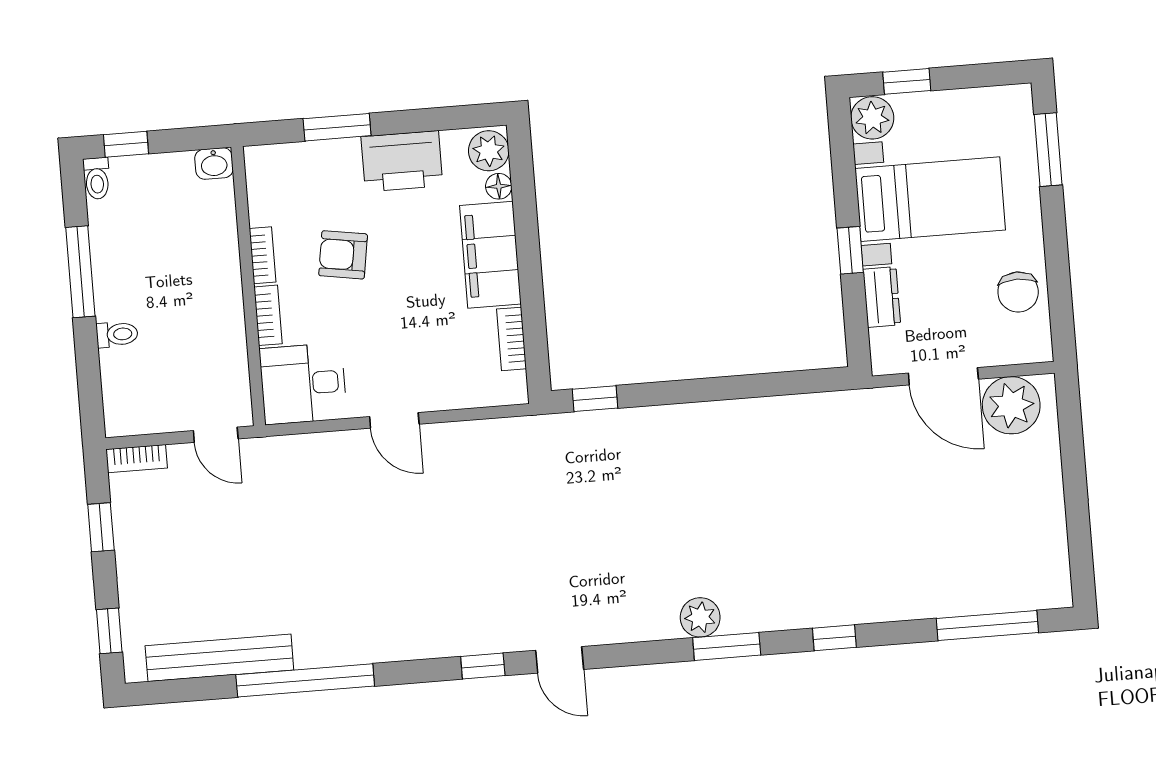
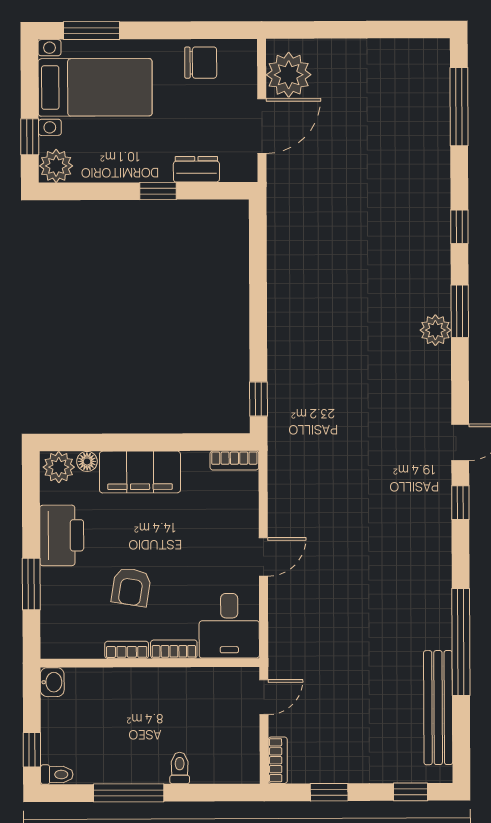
bed with nightstands: (930, 199) -> (95, 87), moved, turned 90
bookcase: (512, 339) -> (234, 460), moved

